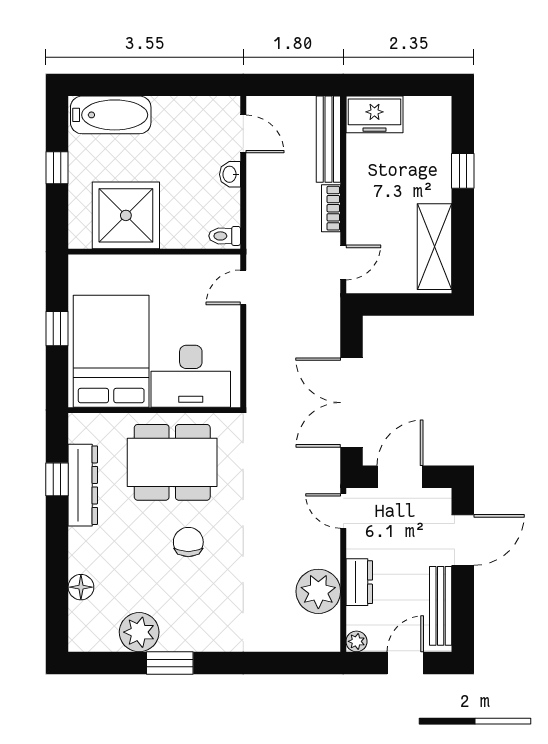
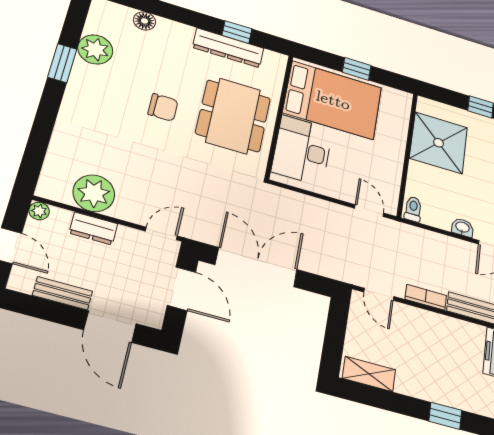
shelving: (434, 247) -> (369, 374), width x0.67, depth x0.75
bench: (441, 606) -> (62, 293), width x0.73

